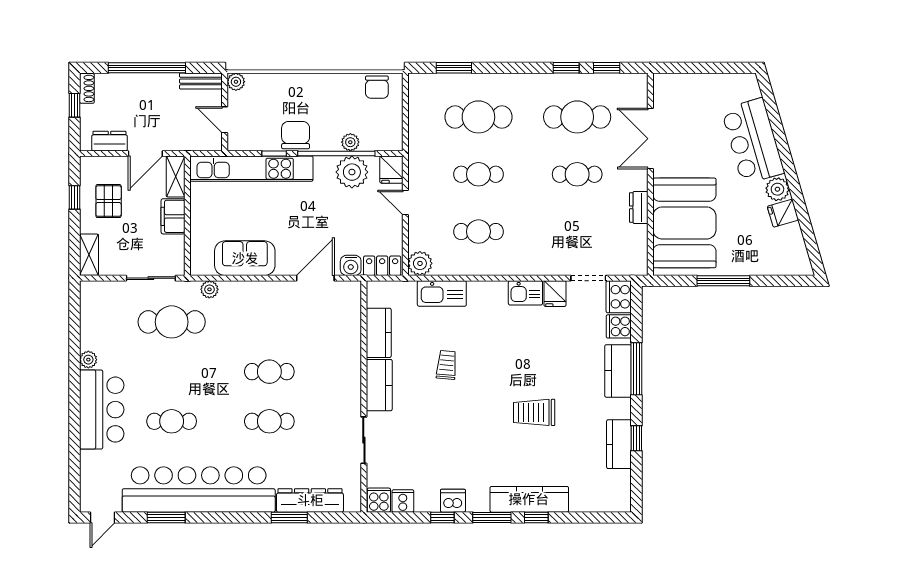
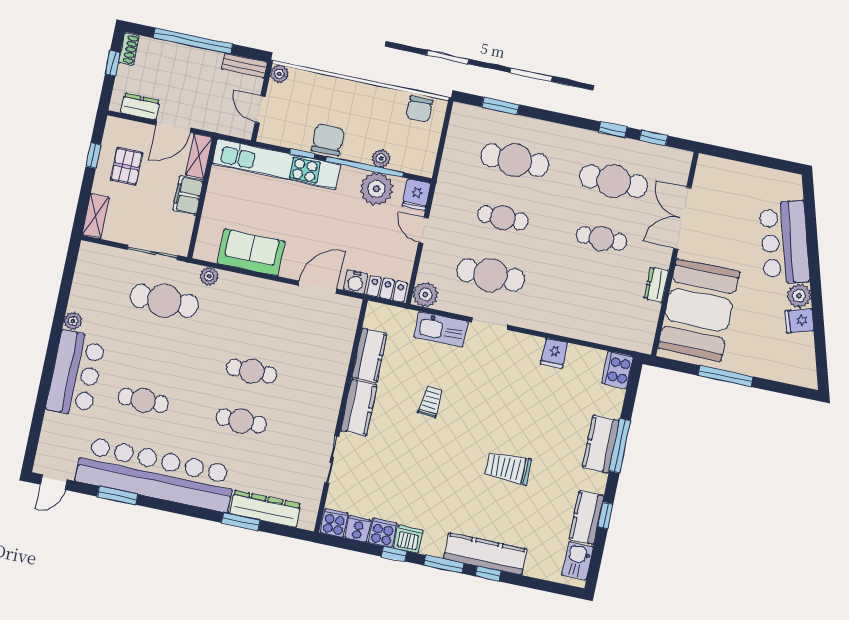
cafe table: (478, 232) -> (491, 275), width x1.37, depth x1.35
doorway: (588, 278) -> (490, 324), moved
kitchen sink: (525, 293) -> (577, 561), moved, turned 90
cooker: (619, 326) -> (383, 533), moved, turned 90

